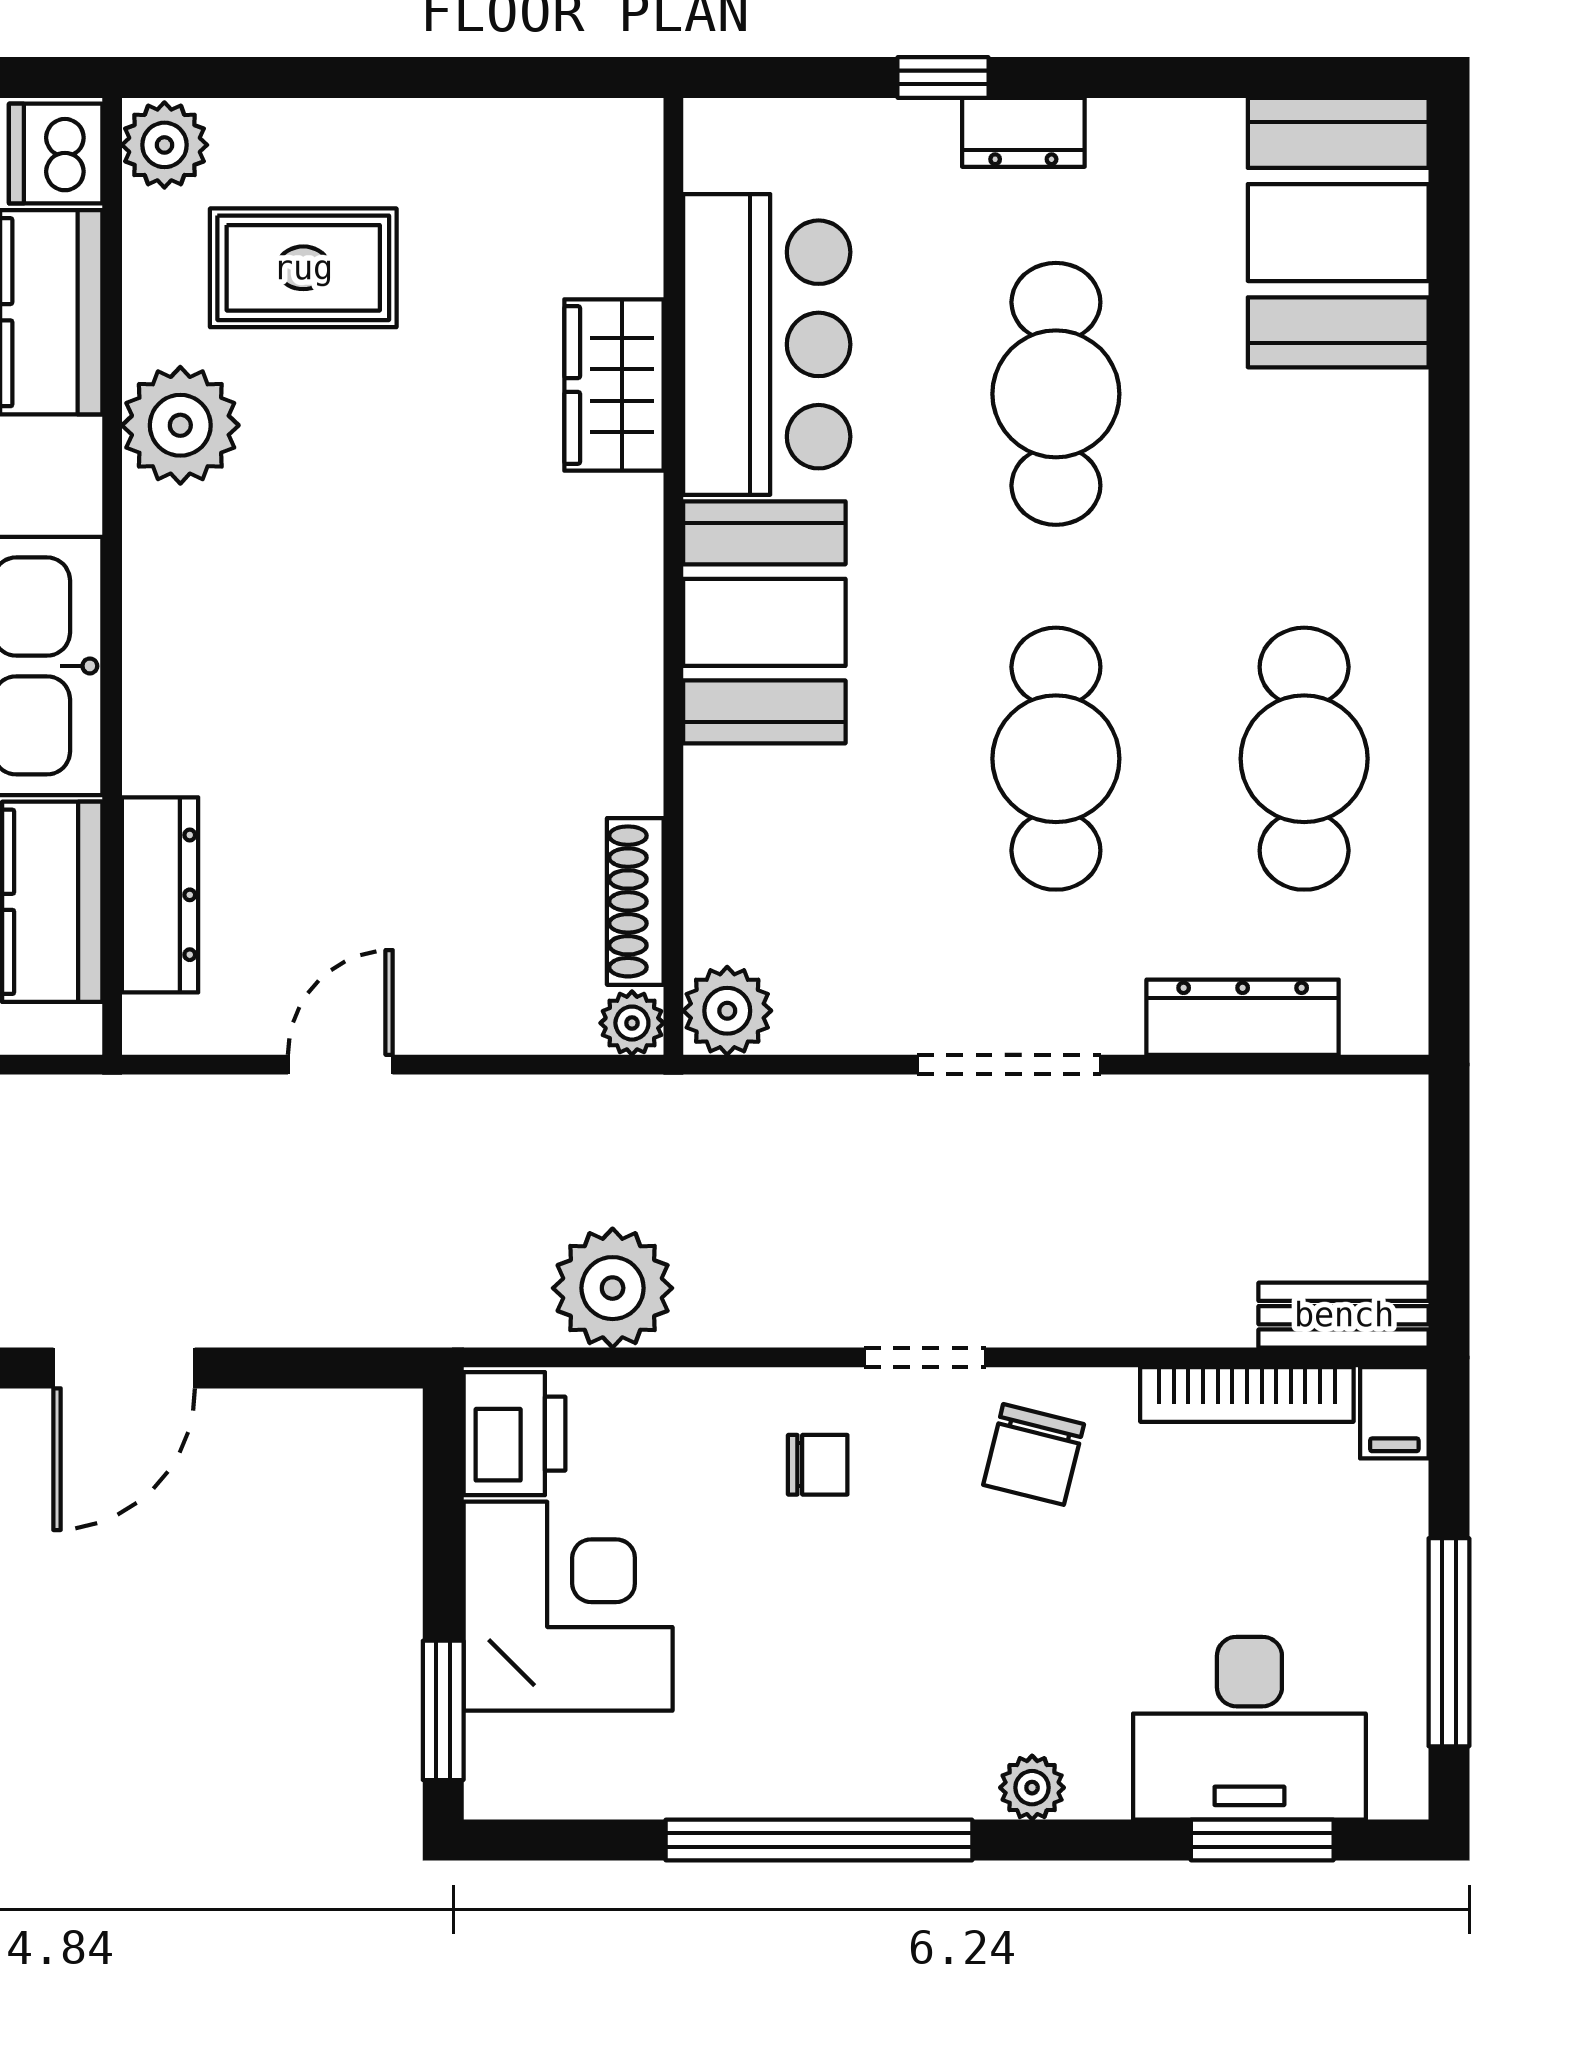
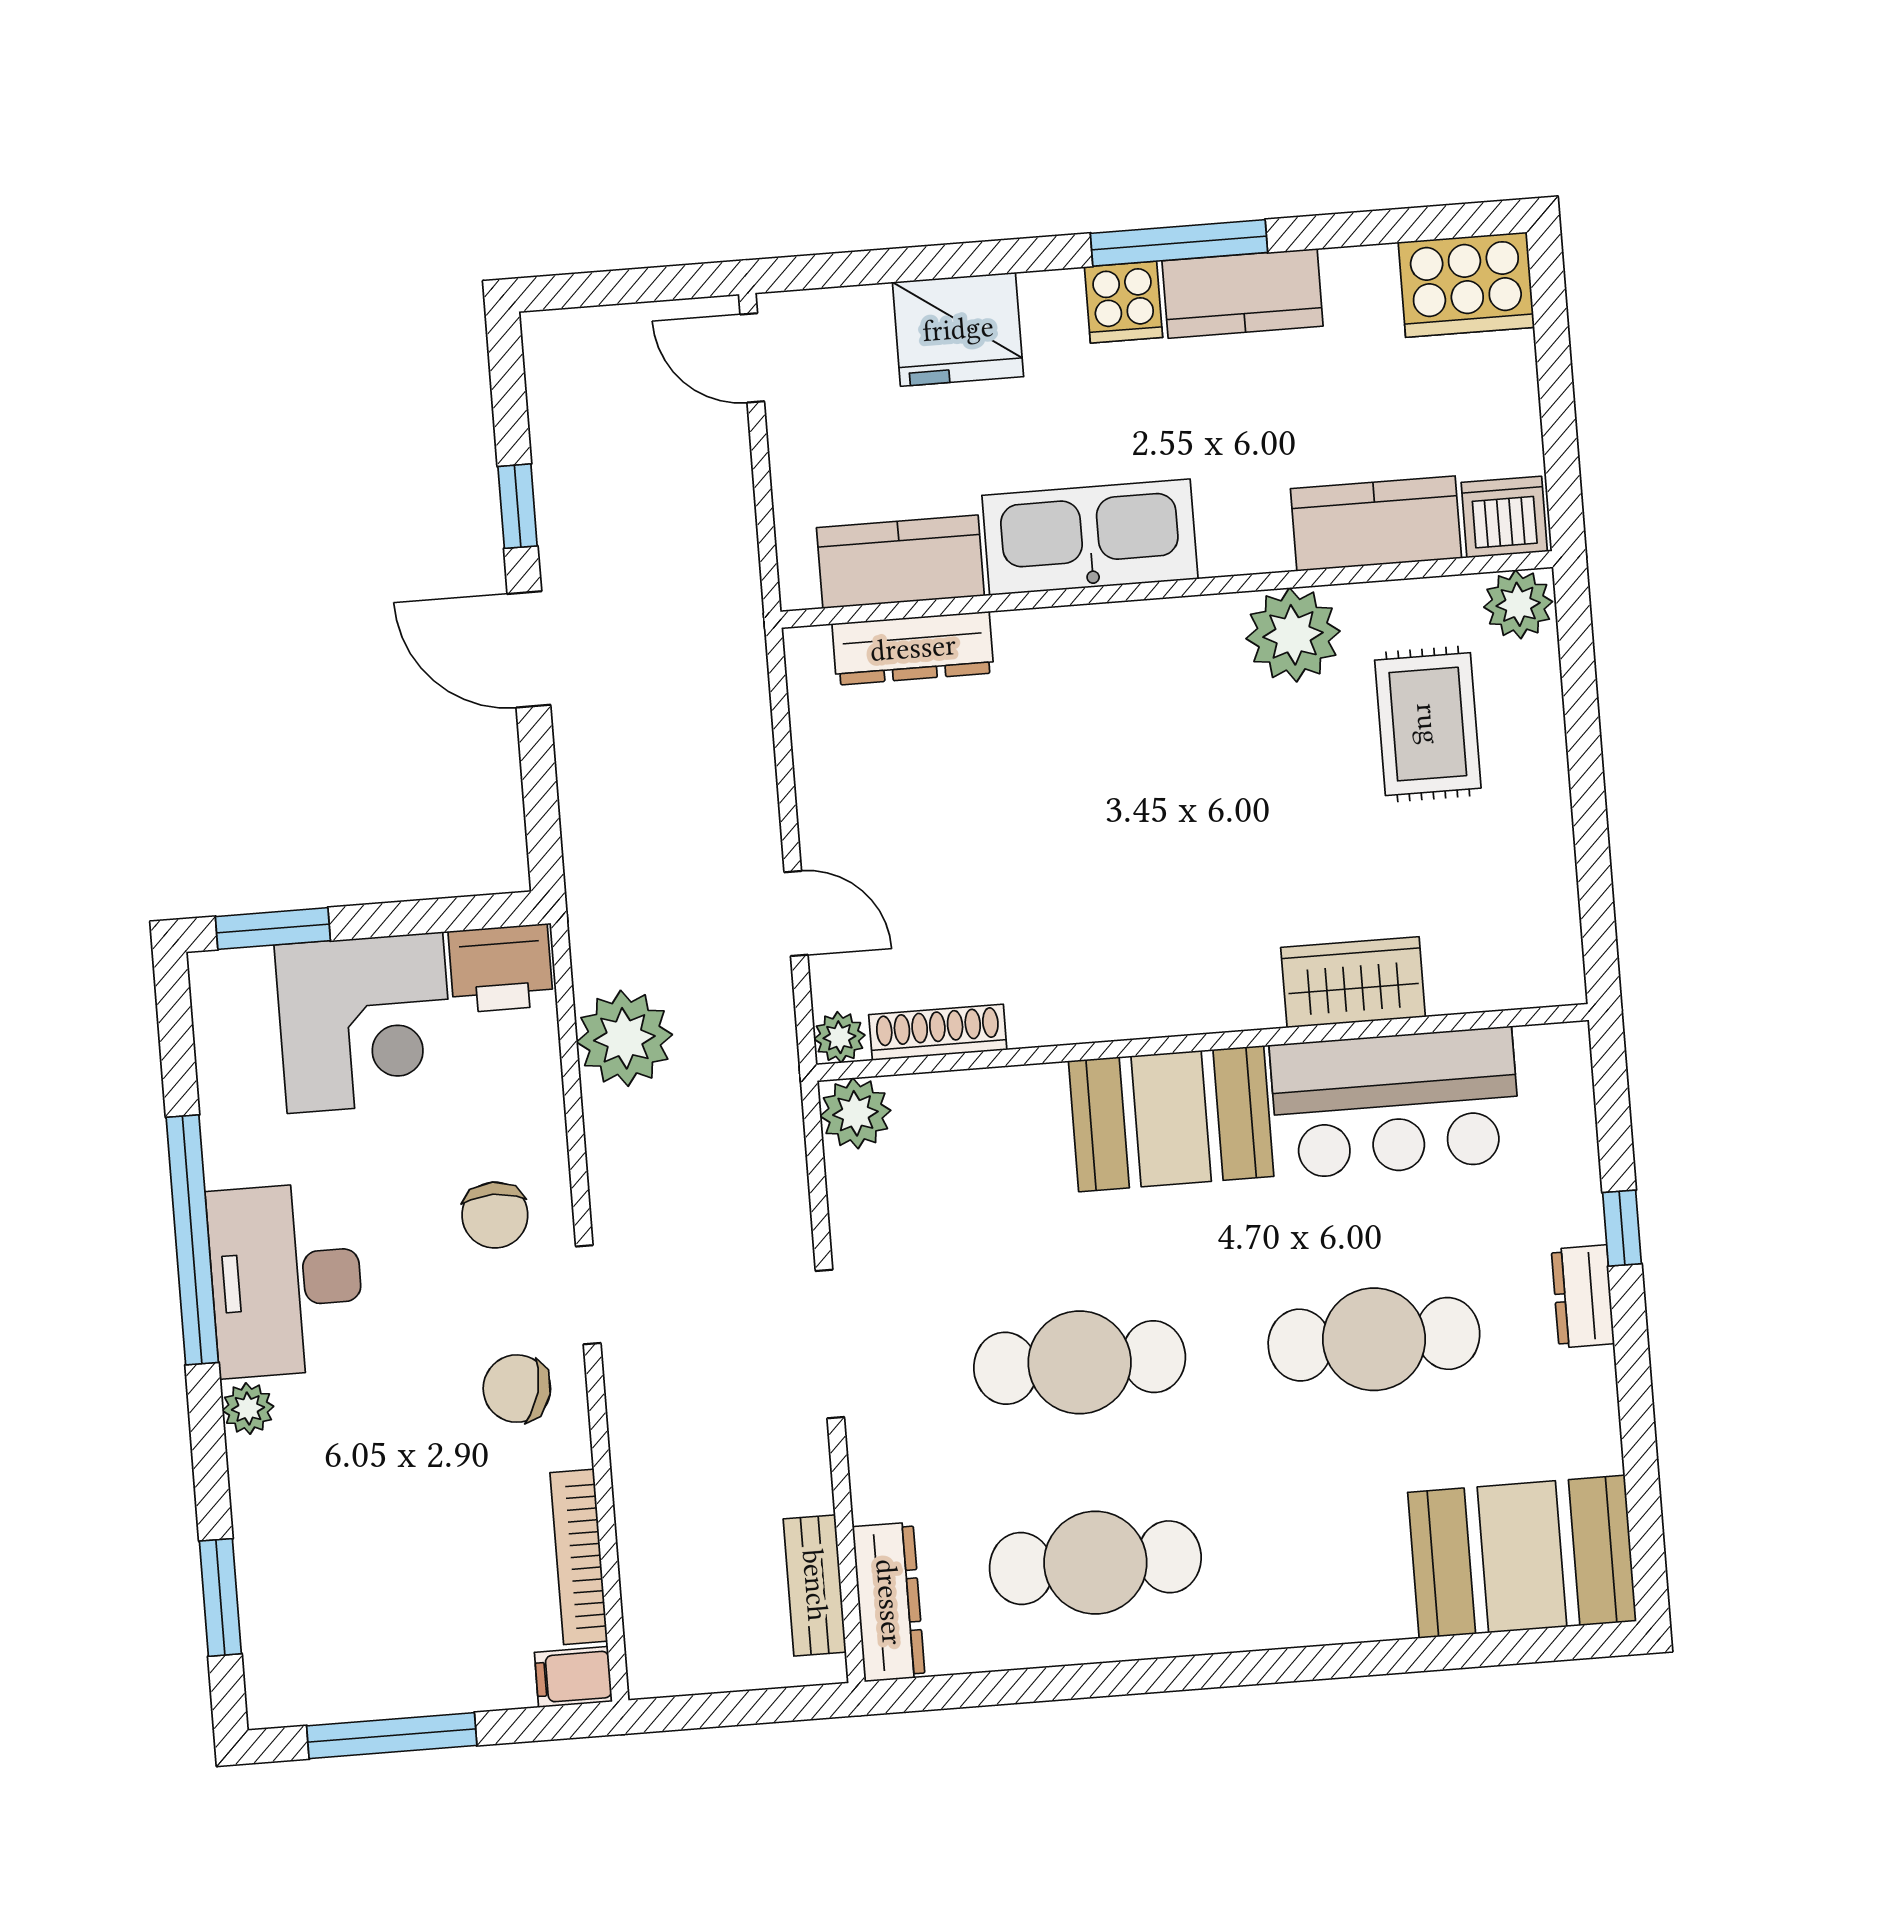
dresser: (1243, 1017) -> (889, 1602), moved
door: (340, 1065) -> (796, 914), moved
bench: (1344, 1315) -> (815, 1585), moved
chair: (818, 1465) -> (495, 1215), width x1.37, depth x1.37
desk: (1249, 1728) -> (286, 1280), moved

